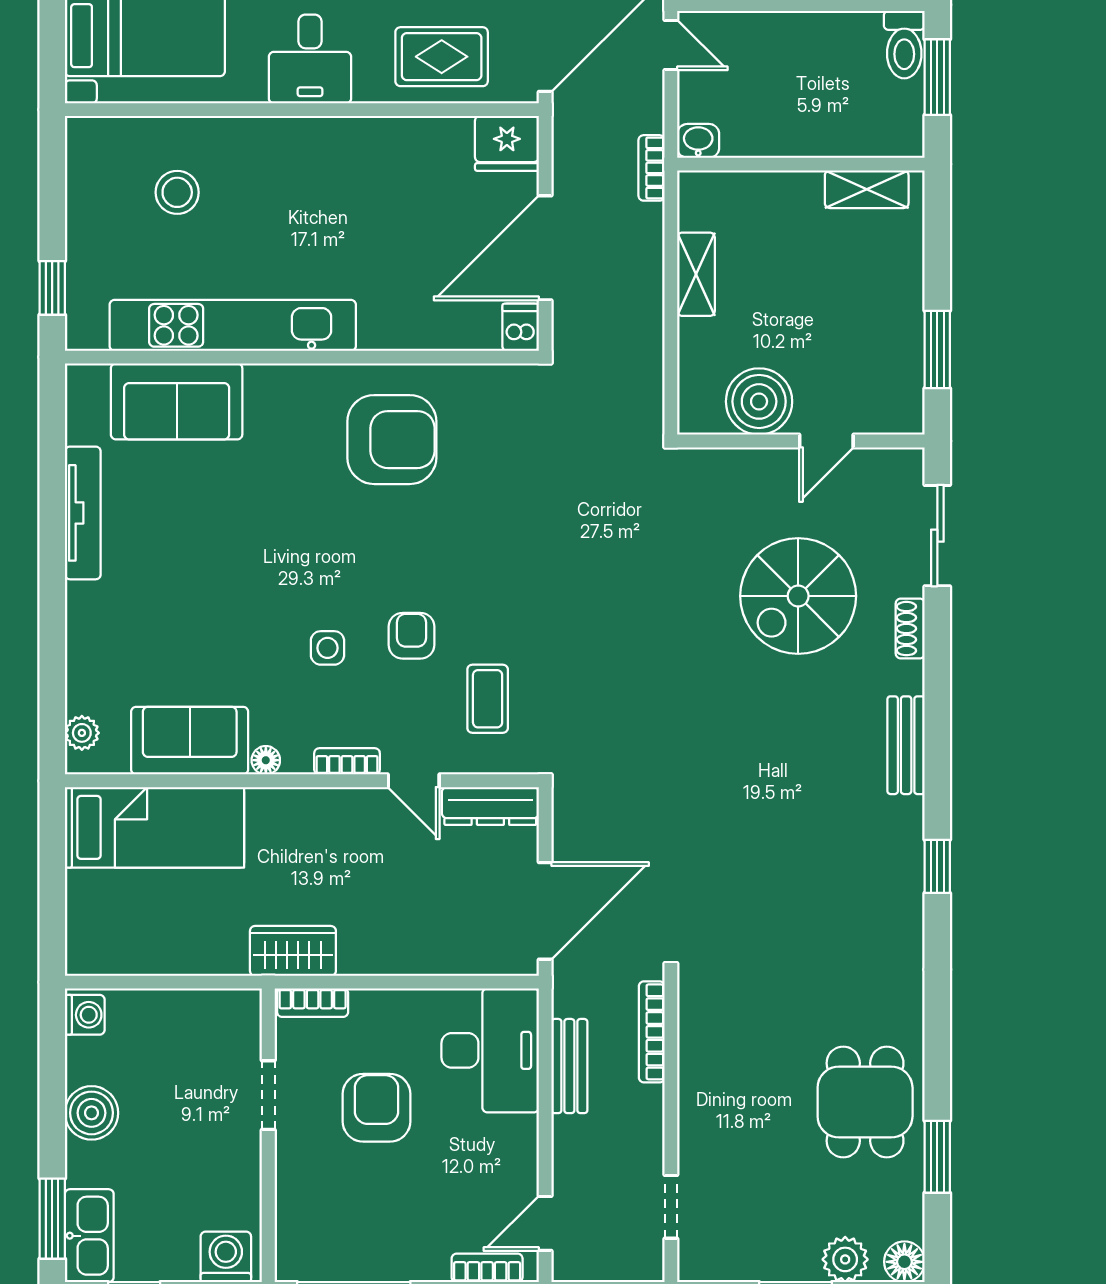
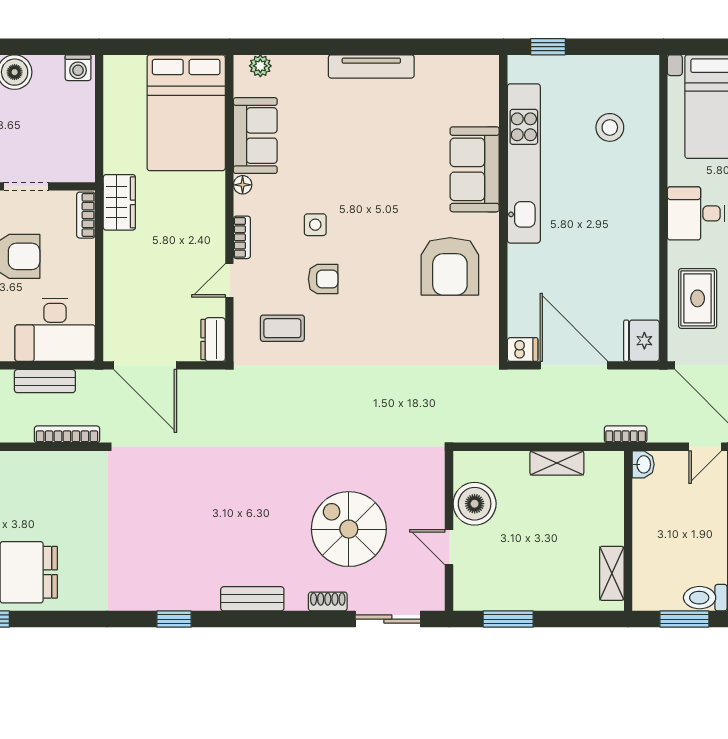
sofa: (177, 401) -> (475, 169), moved
tv unit: (83, 513) -> (371, 66), moved
dresser: (490, 806) -> (213, 340), width x0.70
bed: (154, 827) -> (186, 113), width x1.50

